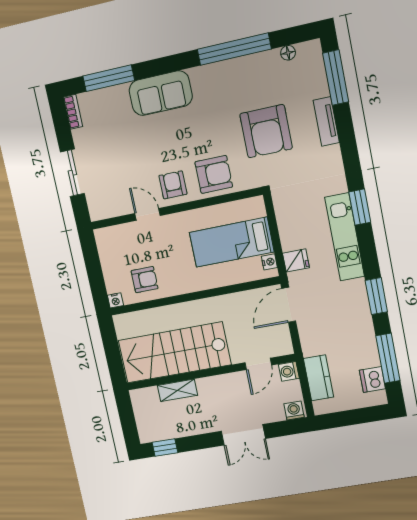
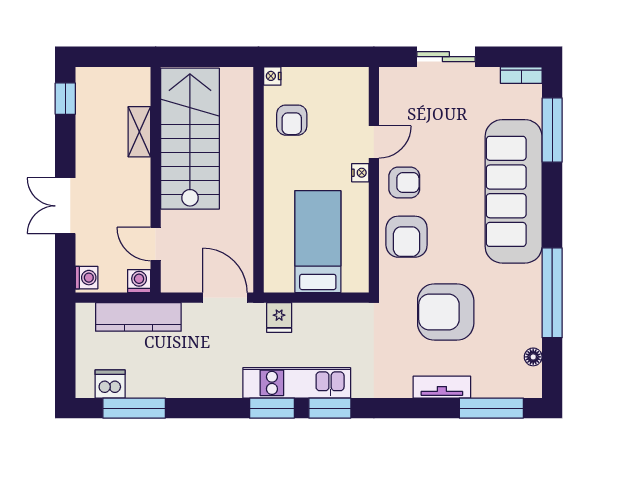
sofa: (161, 93) -> (514, 191), width x1.85, depth x1.27
nightstand: (269, 262) -> (360, 173), moved, turned -90
window: (376, 296) -> (272, 408), moved
kitchen counter: (318, 378) -> (138, 317), width x1.50

